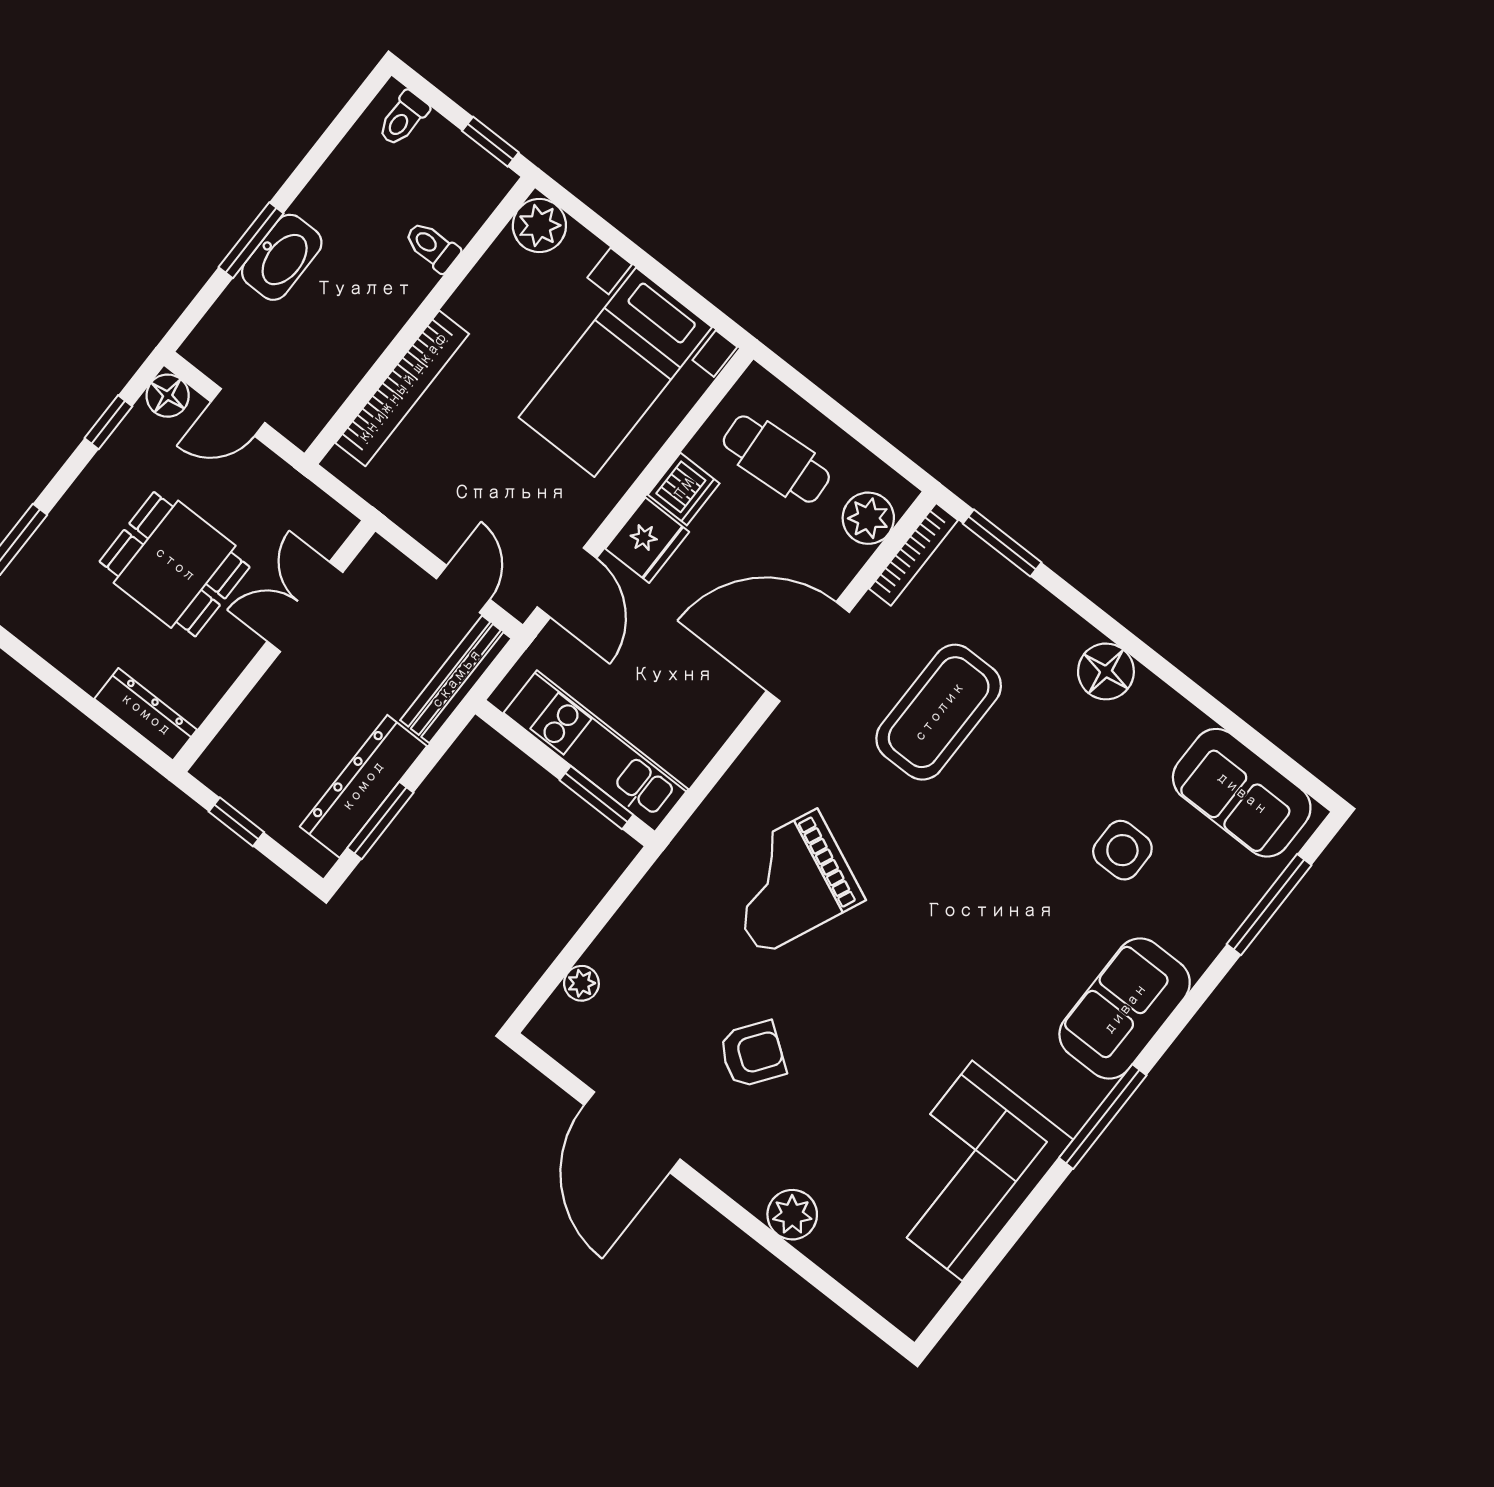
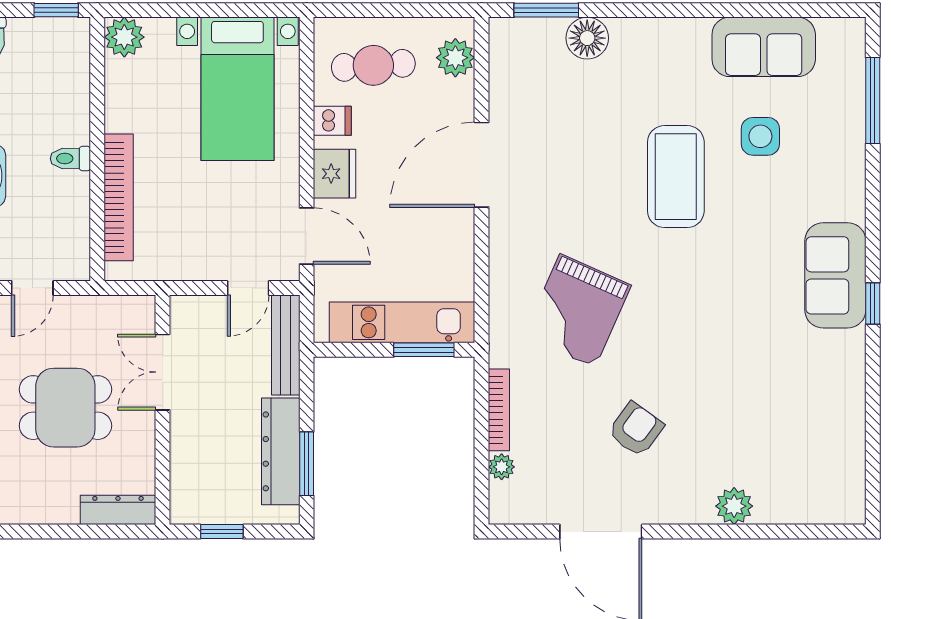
toilet: (432, 247) -> (70, 159), moved
dishwasher: (684, 489) -> (332, 121), width x0.73
bookcase: (913, 554) -> (499, 410), moved
door: (463, 589) -> (248, 288), swing flipped
floor lamp: (1106, 671) -> (587, 38), moved
coffee table: (939, 712) -> (676, 177), moved
sofa: (1242, 793) -> (764, 47), moved
sofa: (1125, 1009) -> (835, 275), moved
window: (1103, 1117) -> (873, 303), width x0.46
corner sofa: (967, 1171) -> (817, 399), removed

